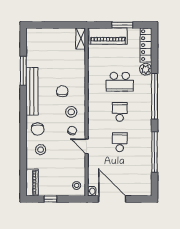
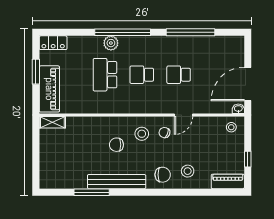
locker: (146, 45) -> (53, 43), width x0.66
plant: (146, 69) -> (111, 43), moved
school desk: (120, 82) -> (105, 75), turned 180

